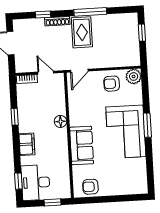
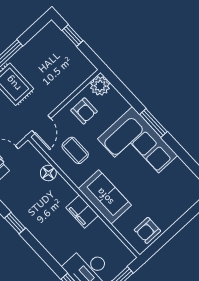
armchair: (112, 84) -> (84, 111), turned -89
coffee table: (87, 103) -> (75, 150), added
floor lamp: (61, 121) -> (48, 173), moved
filing cabinet: (27, 144) -> (82, 212), moved, turned 180

